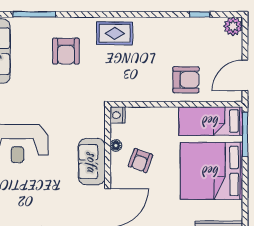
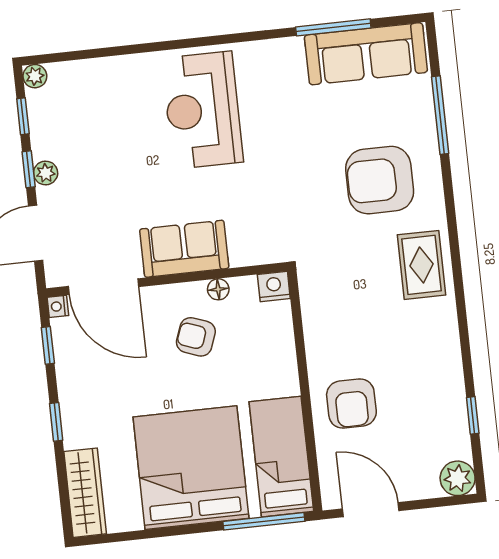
armchair: (66, 51) -> (380, 180), width x1.36, depth x1.36

